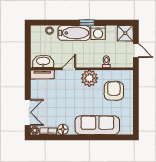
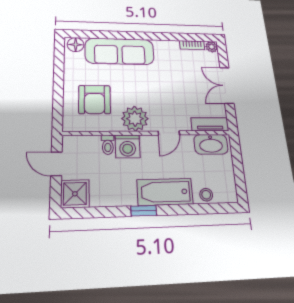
washing machine: (98, 33) -> (128, 146), moved, turned 180
double door: (28, 112) -> (227, 85), moved
floor lamp: (63, 129) -> (76, 45), moved

